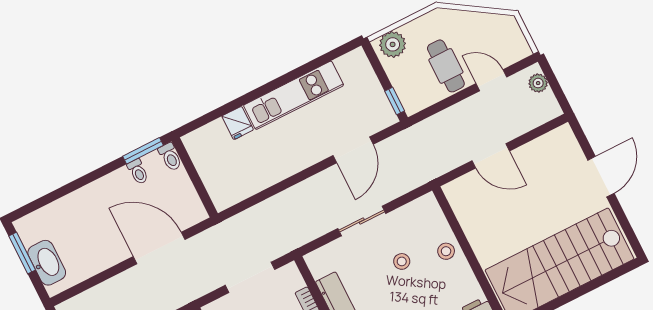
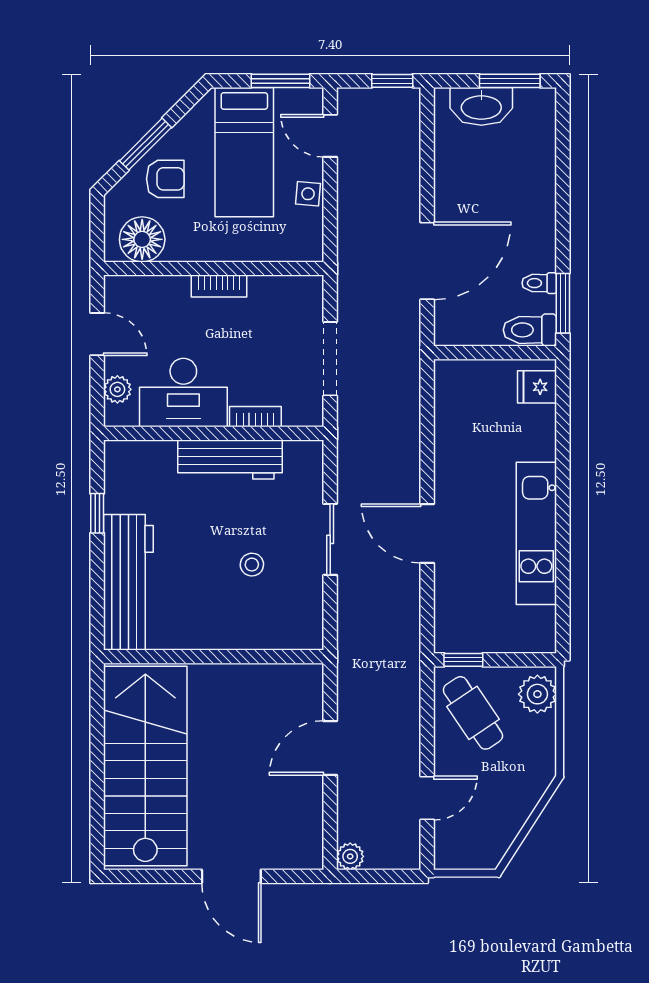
cafe table: (446, 66) -> (473, 713), moved, turned 56
plant: (538, 83) -> (350, 856), moved
fridge: (238, 123) -> (537, 387), moved
door: (353, 150) -> (427, 533), moved
toilet: (170, 157) -> (530, 330), width x1.37, depth x1.39
stool: (446, 251) -> (236, 628), removed

